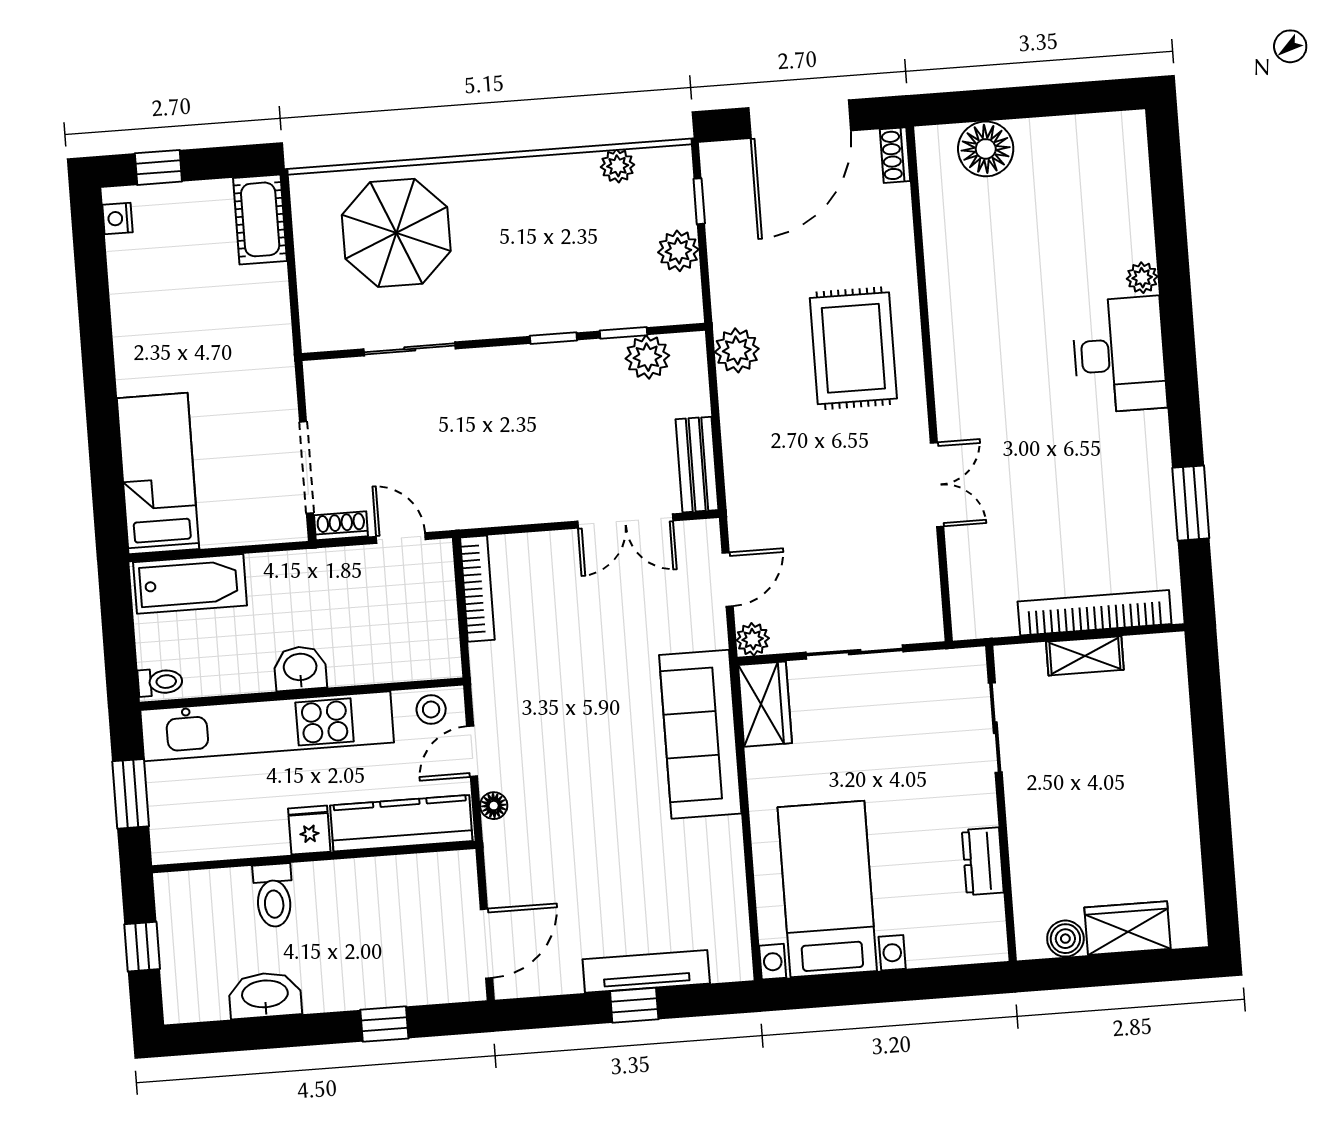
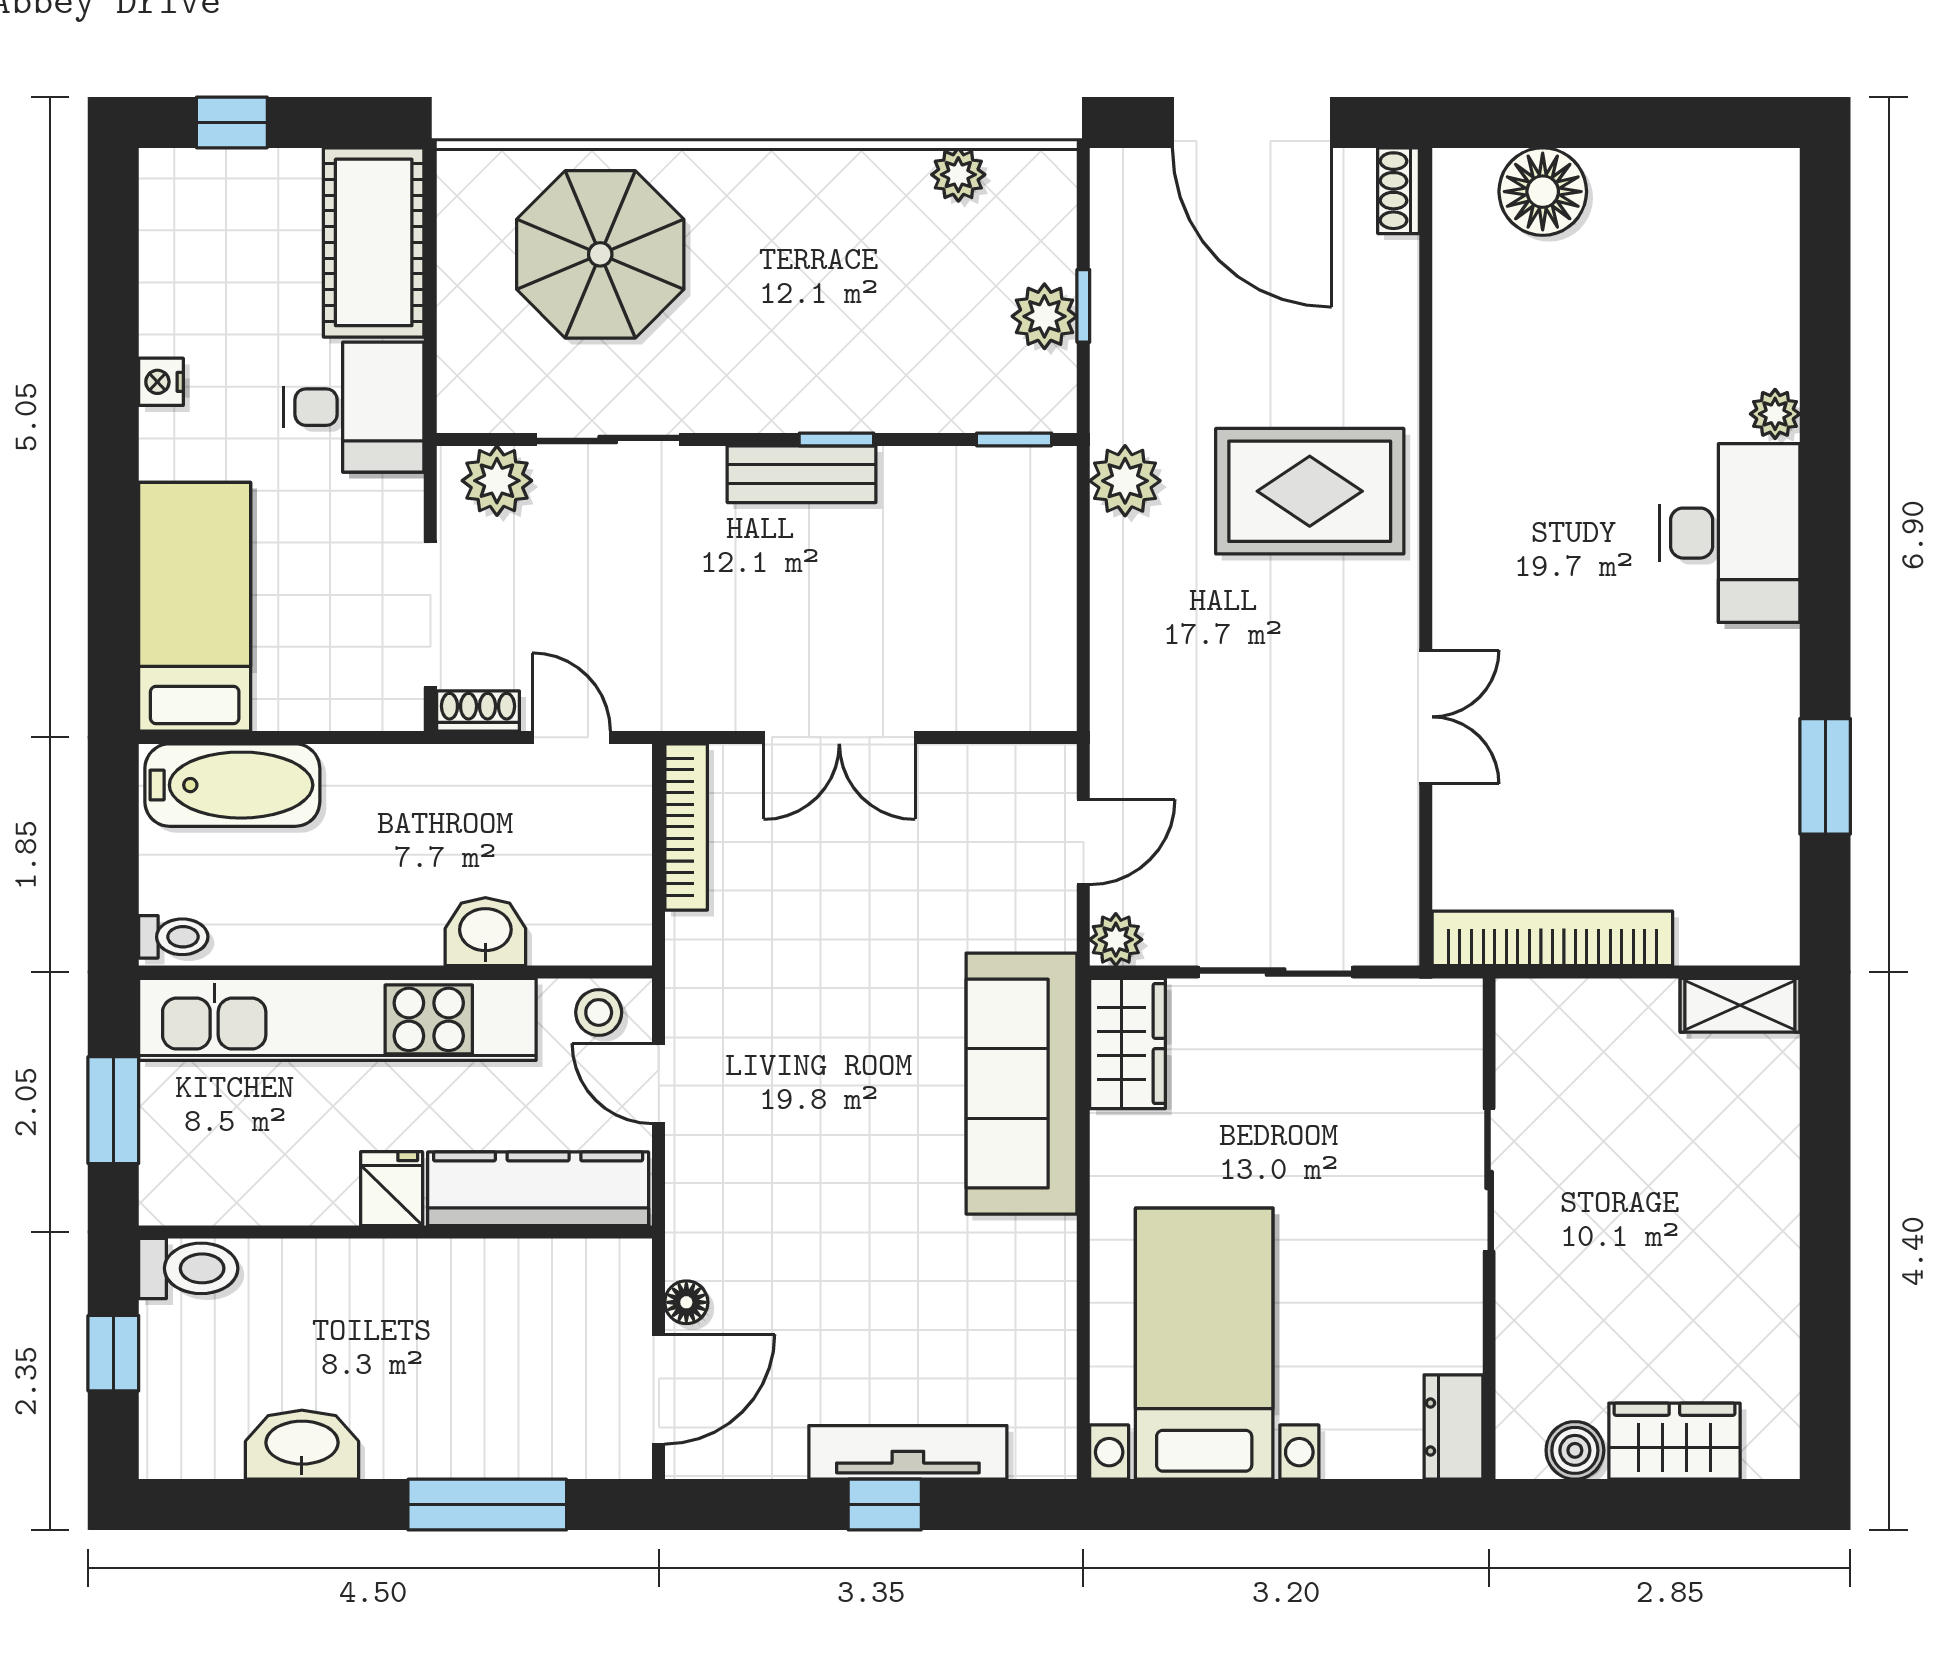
door: (800, 119) -> (1252, 122), hinge flipped
window: (699, 201) -> (1083, 306), moved
nightstand: (118, 219) -> (161, 382), moved
cot: (260, 219) -> (374, 242), width x1.37, depth x1.34
window: (624, 333) -> (1014, 439), moved
desk: (249, 341) -> (354, 407), added
rug: (853, 348) -> (1310, 491), turned 90
plant: (647, 357) -> (497, 481), moved
bench: (697, 465) -> (802, 474), moved, turned 90
double door: (625, 521) -> (839, 737), moved
bookcase: (1095, 613) -> (1552, 938), moved
shelving: (1085, 656) -> (1740, 1005), moved
washbasin: (300, 668) -> (485, 932), moved
sliding door: (995, 728) -> (1489, 1180), moved
door: (472, 751) -> (659, 1084), hinge flipped
floor lamp: (494, 806) -> (686, 1302), moved
dresser: (983, 861) -> (1453, 1427), moved
toilet: (274, 895) -> (188, 1268), moved, turned -90
window: (384, 1024) -> (487, 1505), width x2.17

